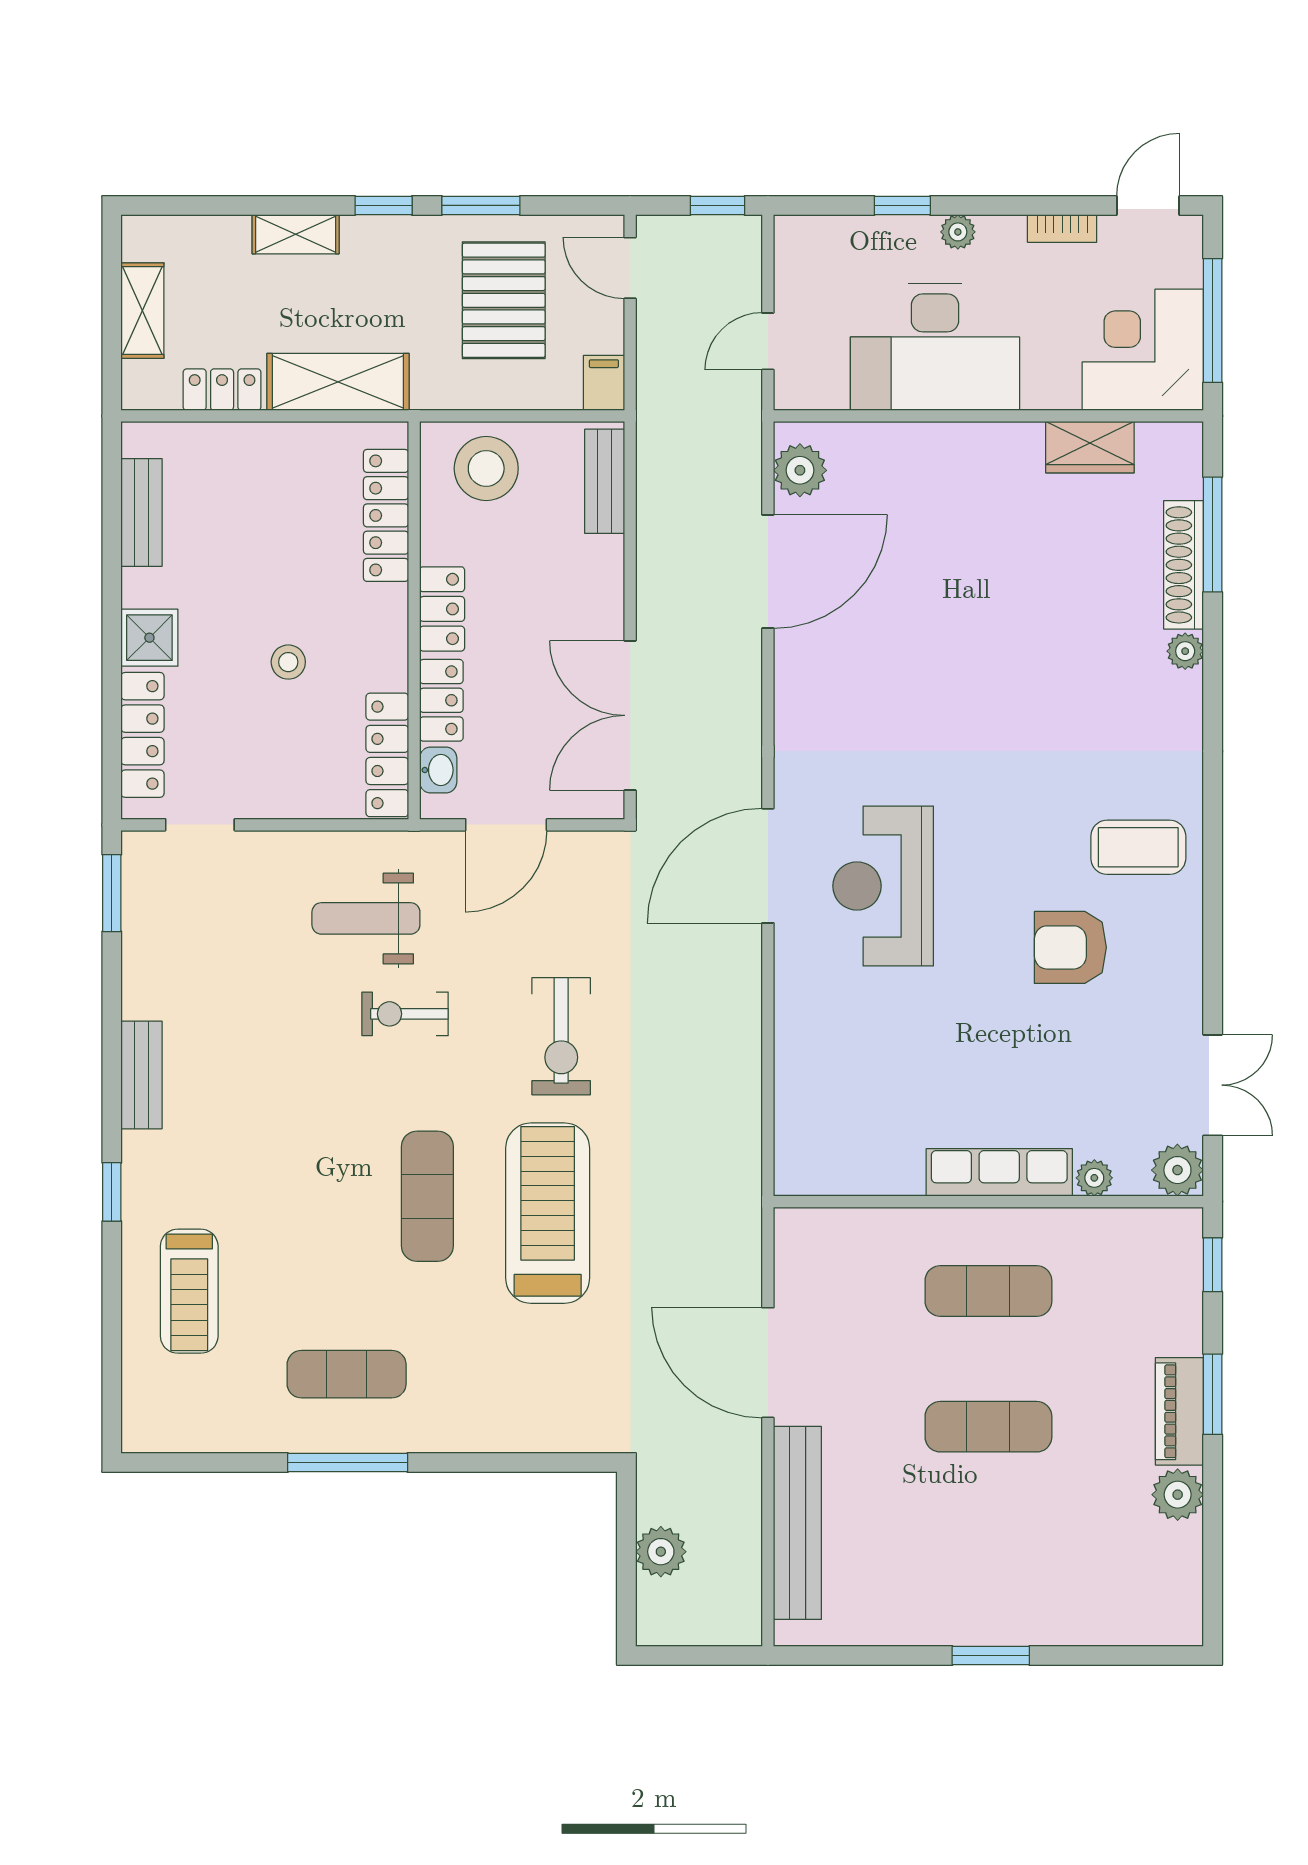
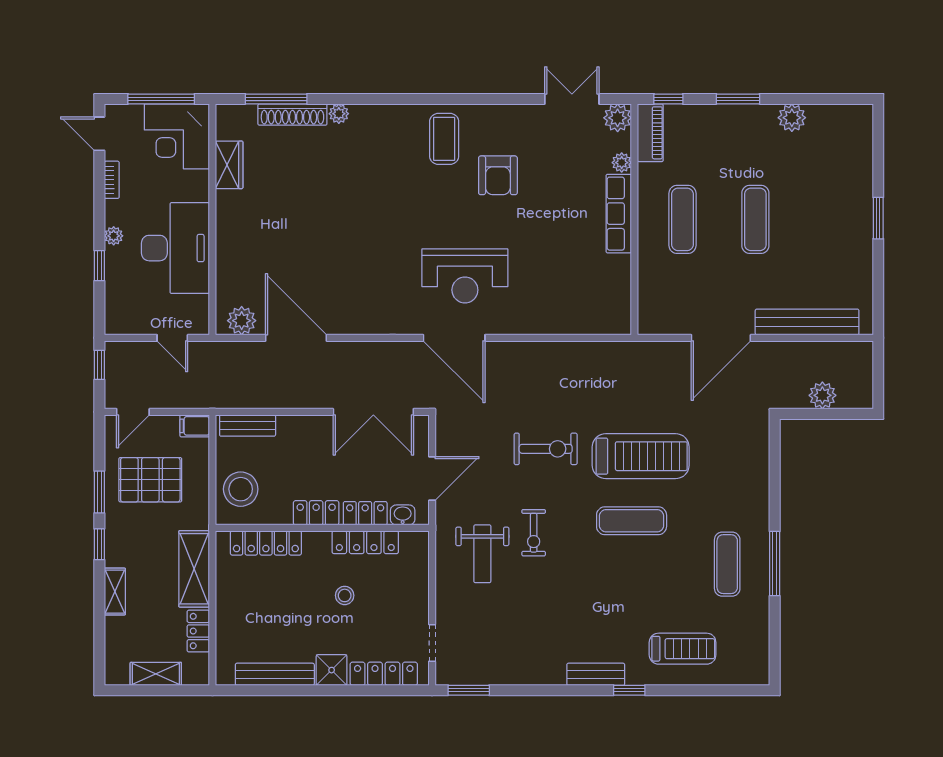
bench: (142, 512) -> (275, 674), width x1.36
locker: (387, 755) -> (365, 542), moved
door: (506, 825) -> (432, 478), hinge flipped
bench: (142, 1075) -> (596, 674), moved
treadmill: (548, 1213) -> (641, 456), turned 180
piano: (1179, 1411) -> (650, 133), moved, turned -90

